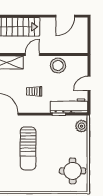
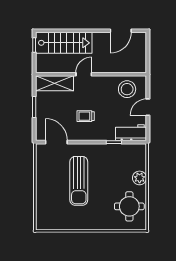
stool: (58, 65) -> (127, 89), moved
workbench: (69, 106) -> (131, 133), width x0.73
plant: (82, 126) -> (140, 178), moved

